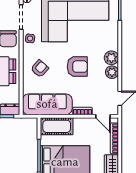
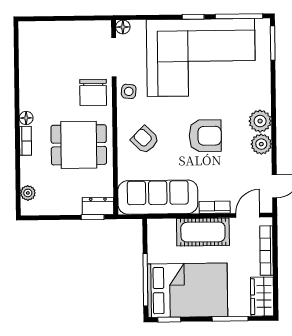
armchair: (40, 69) -> (145, 140), turned -87
door: (103, 116) -> (248, 215), swing flipped
cot: (57, 126) -> (203, 232), moved

